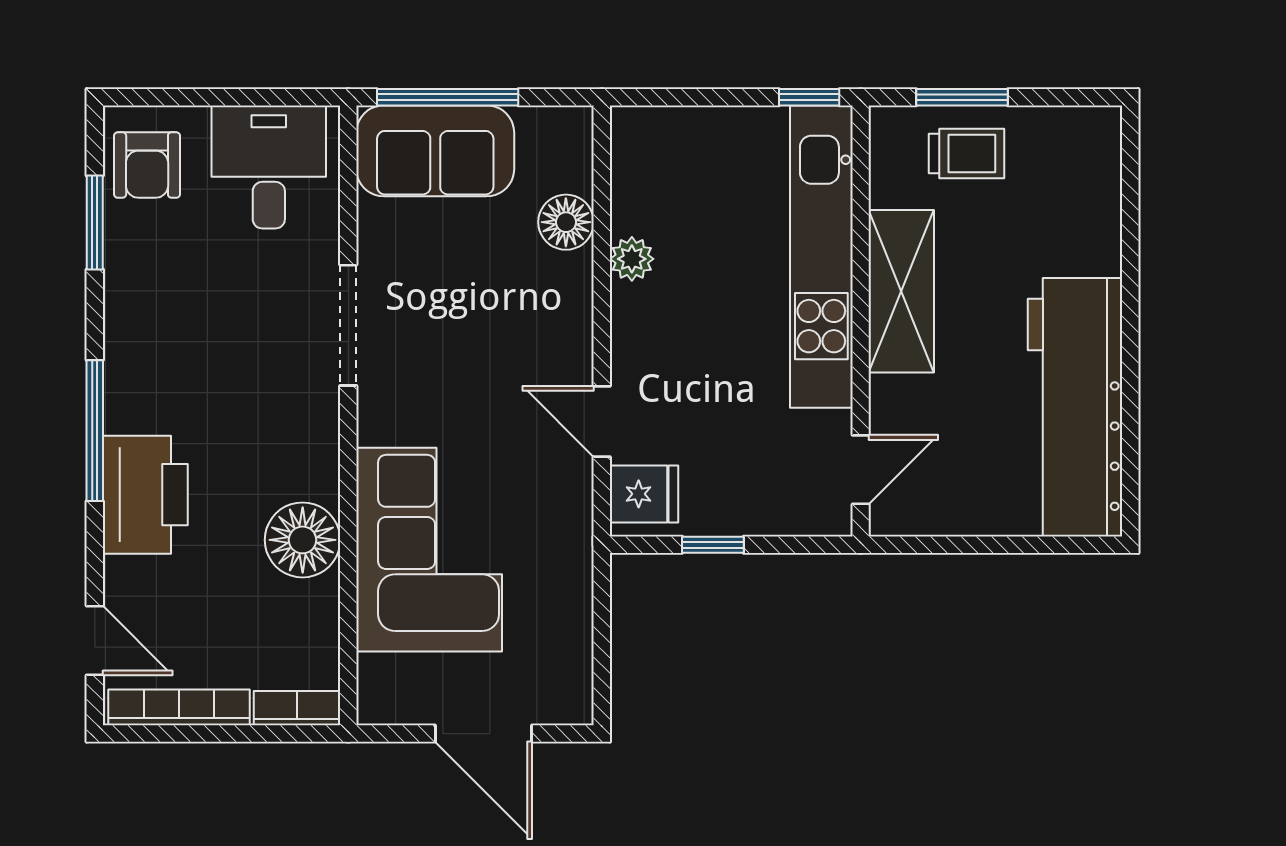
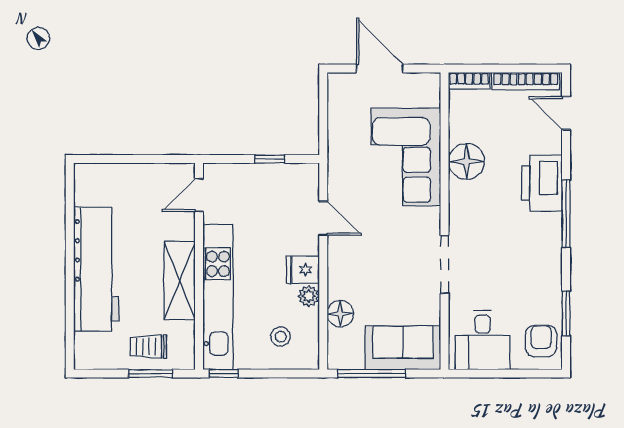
window: (448, 97) -> (371, 374), moved
stool: (691, 174) -> (281, 337), added
workbench: (1075, 407) -> (96, 269), moved
fridge: (644, 494) -> (303, 270), moved

